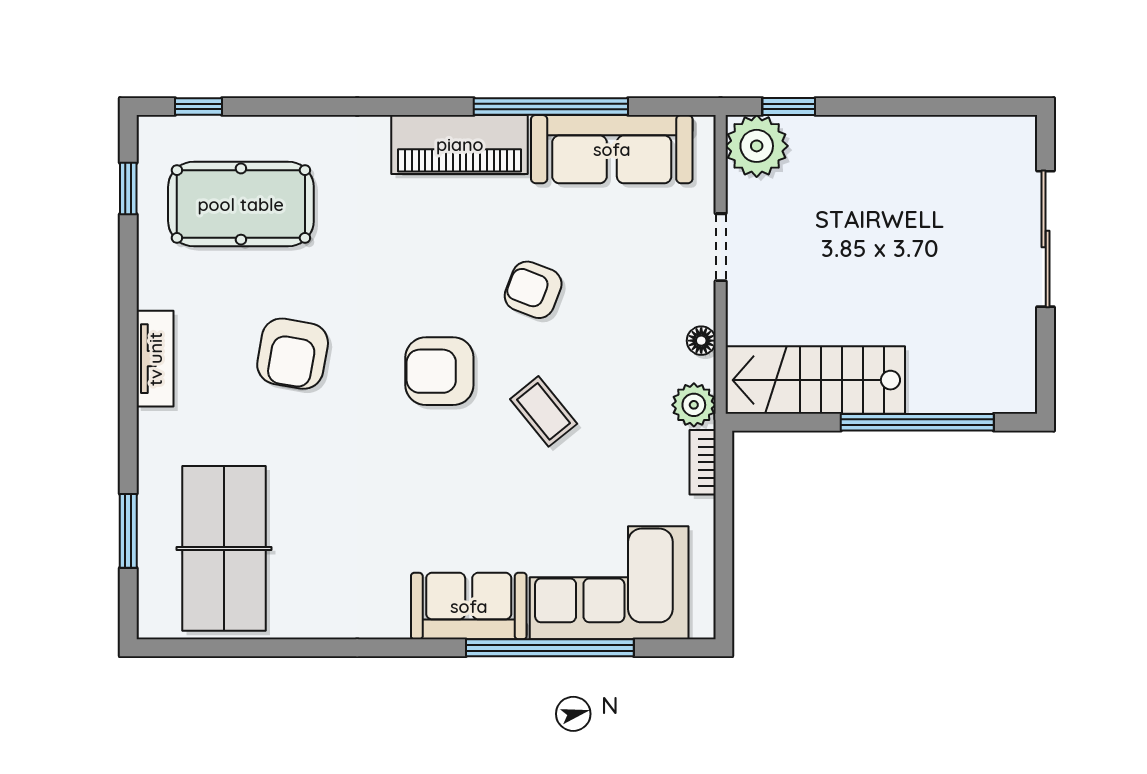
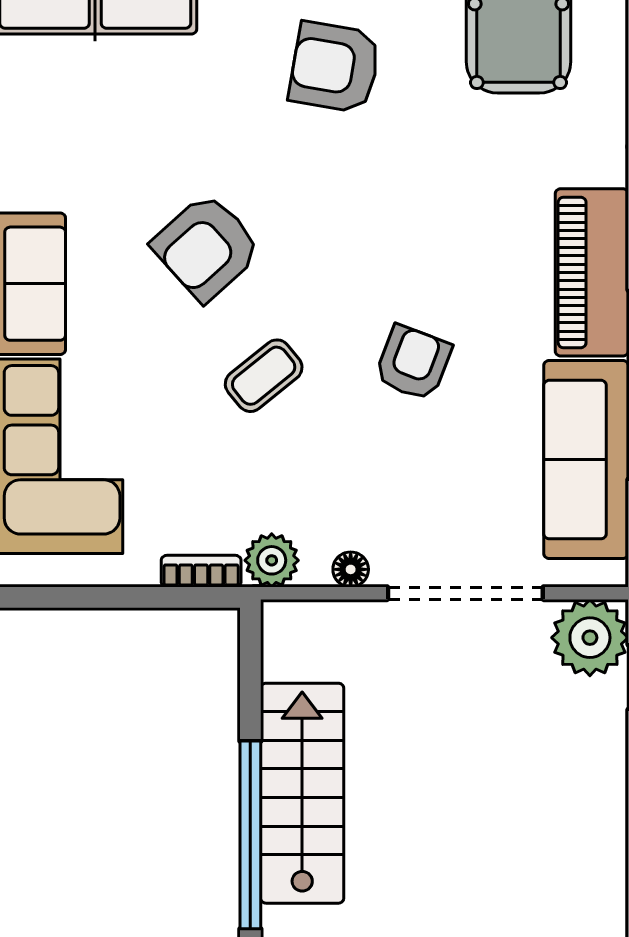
doorway: (721, 247) -> (465, 593), width x1.87
armchair: (439, 371) -> (206, 247), moved, turned -132
stairs: (815, 380) -> (302, 793), moved

